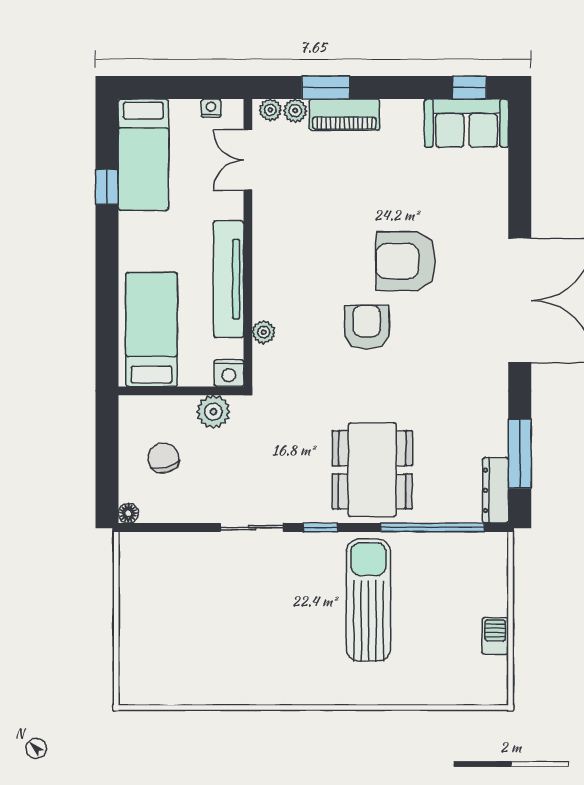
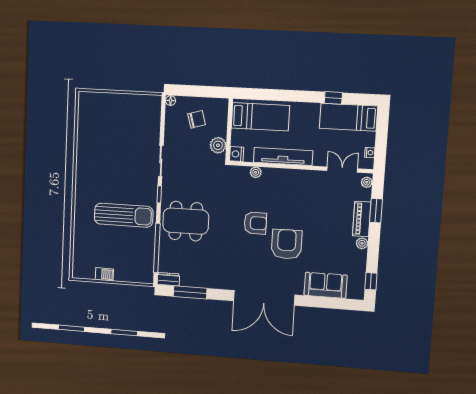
plant: (295, 111) -> (362, 243), moved
sofa: (467, 123) -> (326, 285), moved, turned 90
dresser: (496, 490) -> (168, 279), width x0.70

